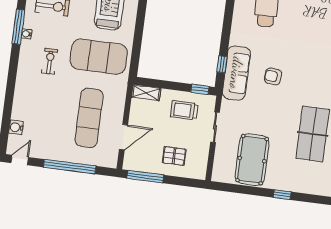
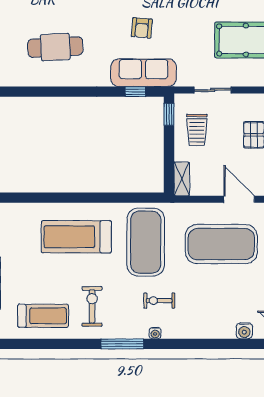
water cooler: (26, 34) -> (155, 333), moved
exercise mat: (89, 118) -> (221, 244), width x1.47

